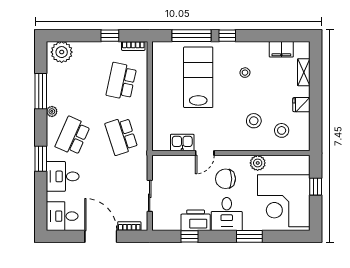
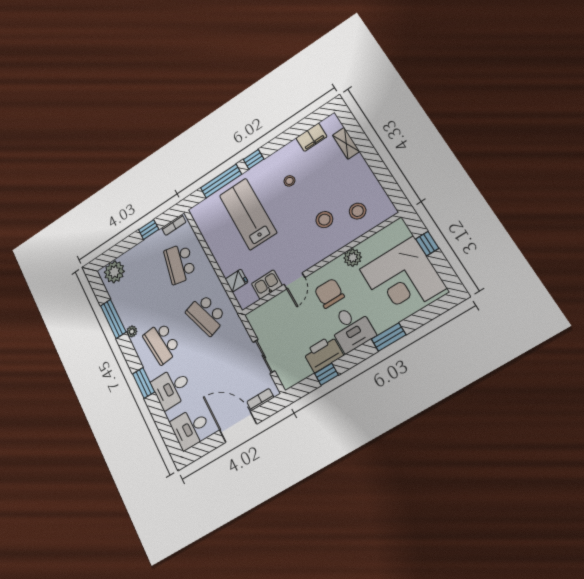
fridge: (301, 105) -> (237, 280), moved, turned 180
school desk: (73, 136) -> (162, 343), turned -30
chair: (225, 179) -> (329, 293), turned 90

